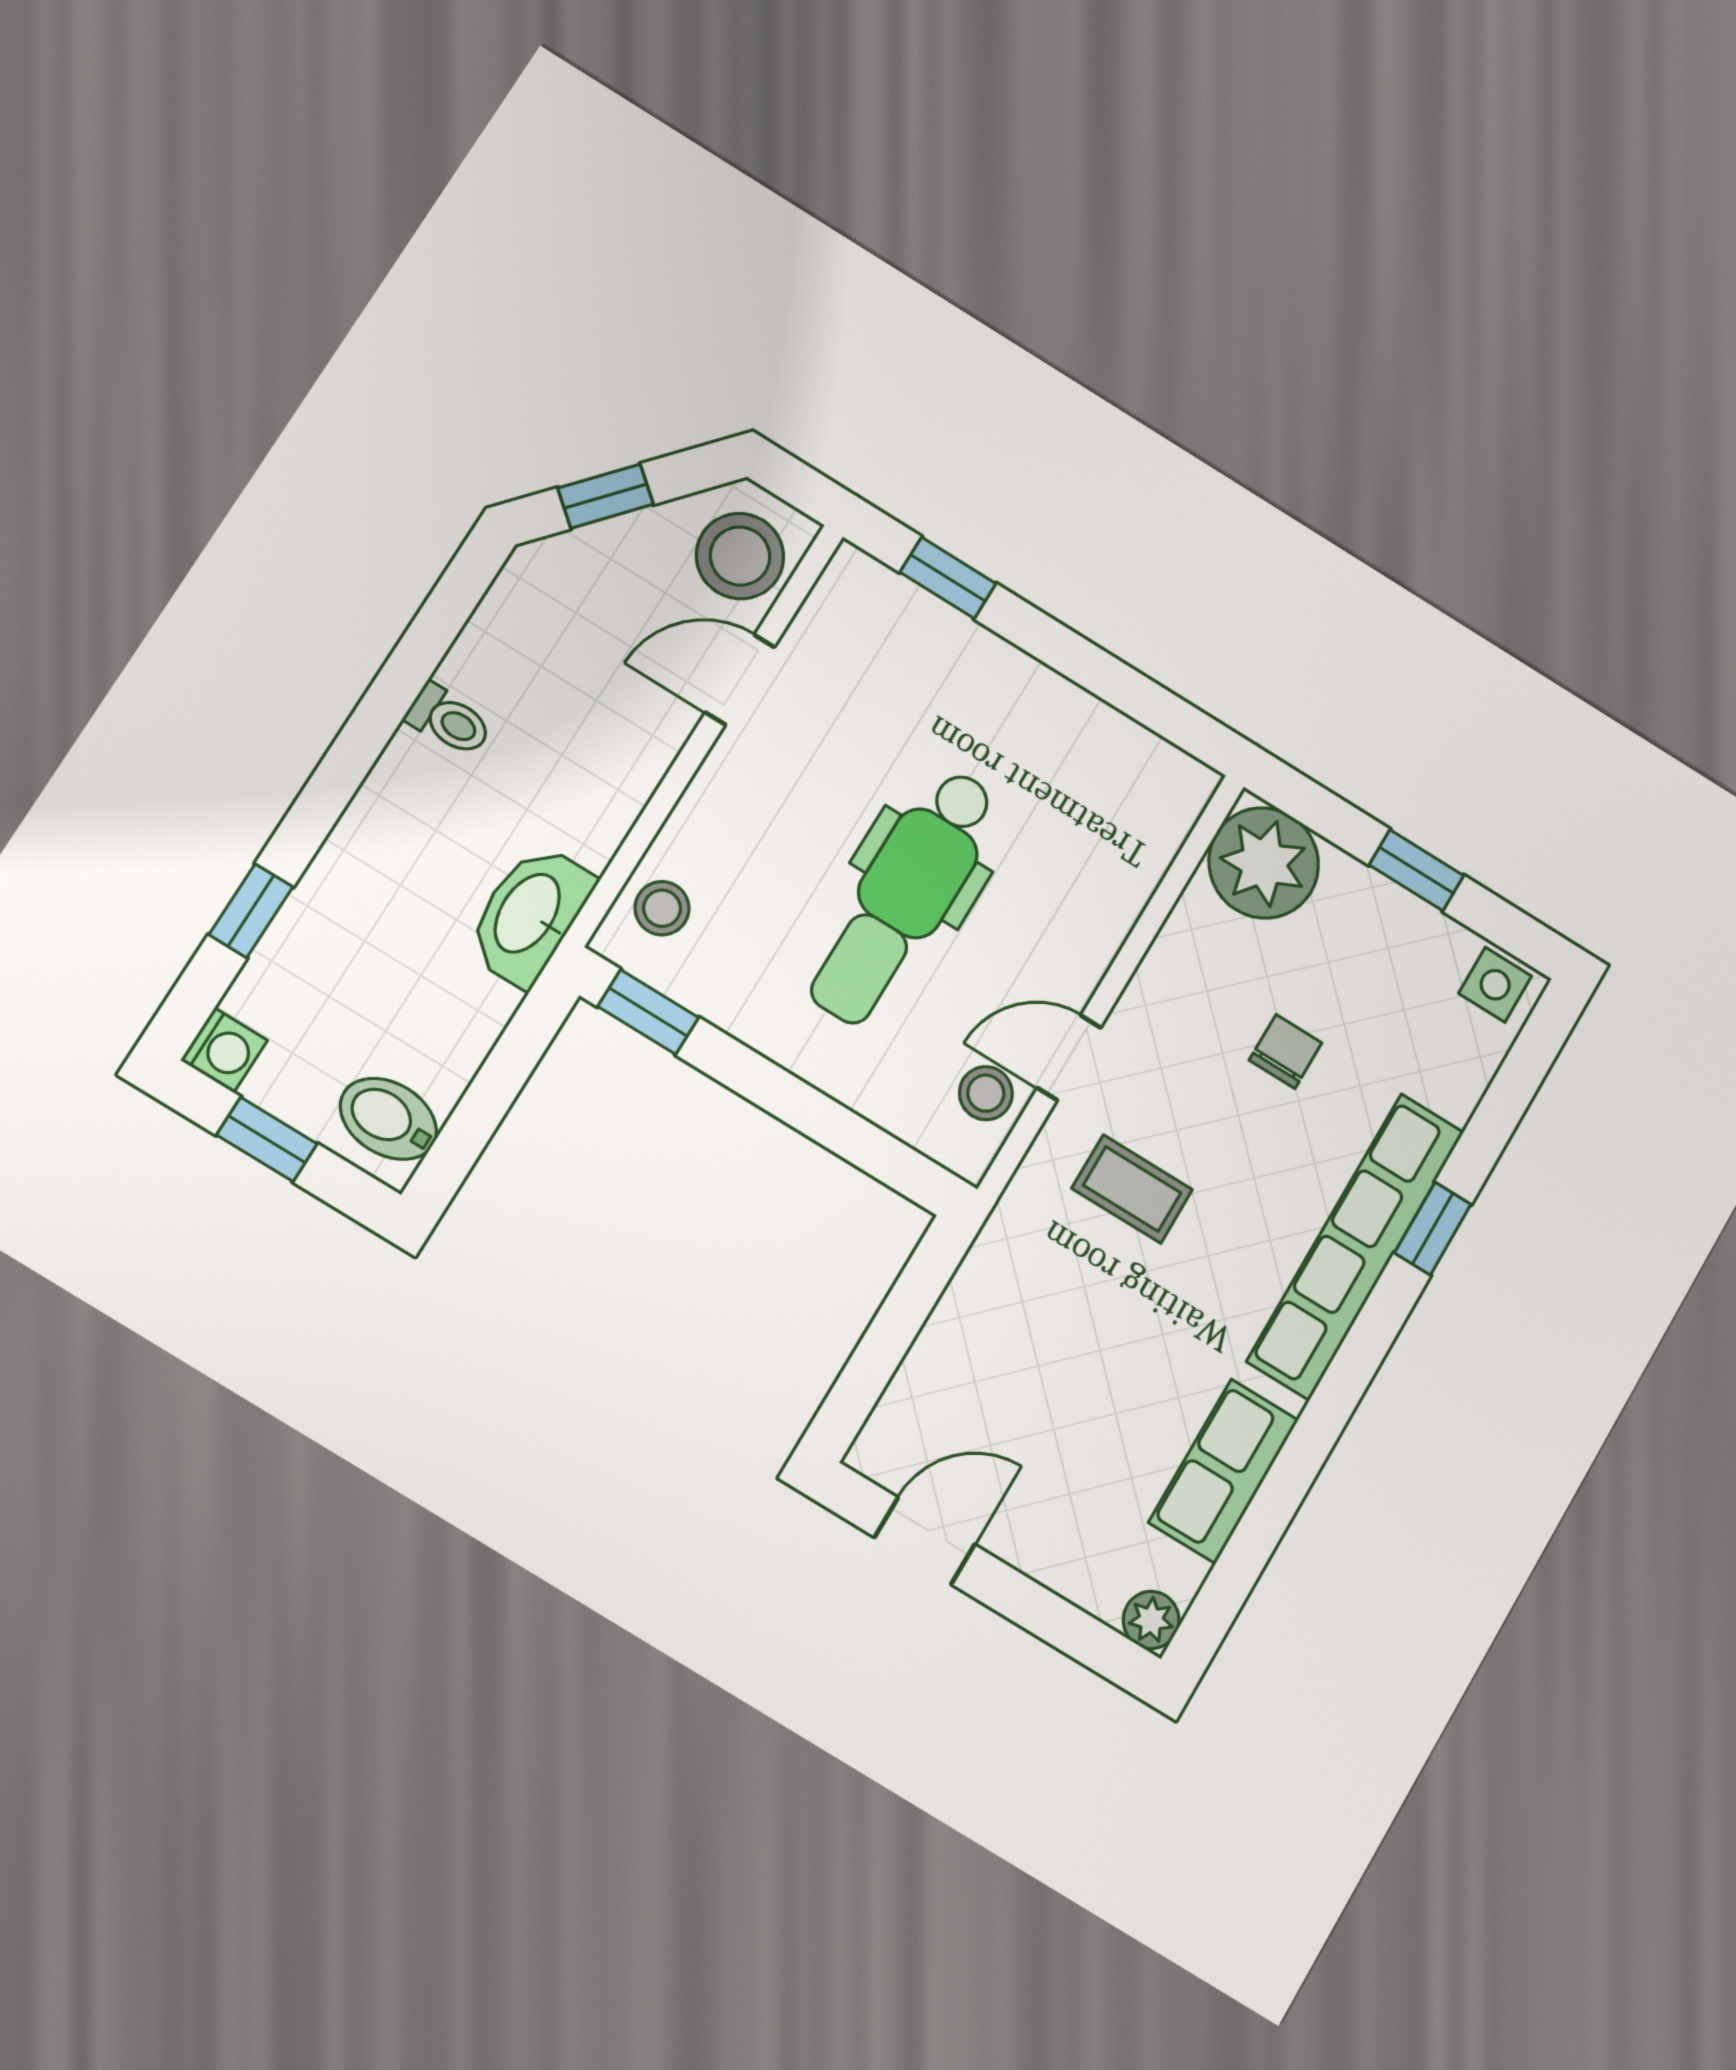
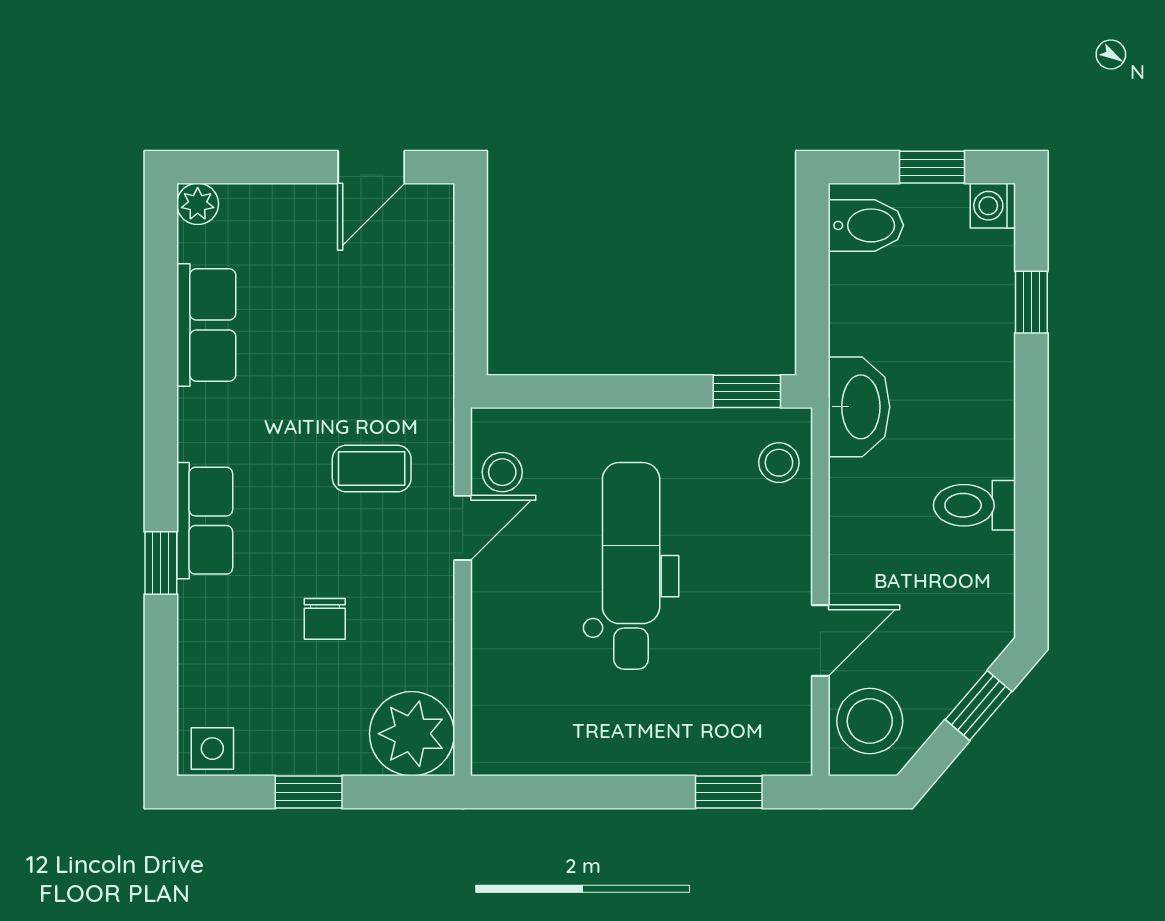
toilet: (449, 720) -> (974, 505), width x1.37, depth x1.39
row of seats: (1356, 1246) -> (205, 521), width x0.50

